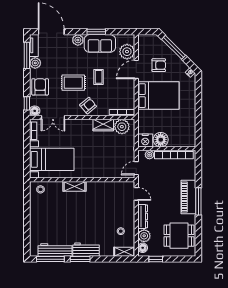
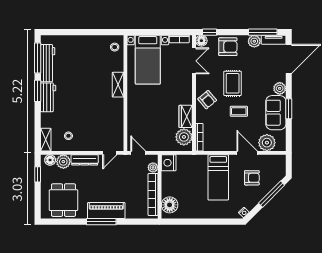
armchair: (159, 65) -> (252, 178), turned -90
bed: (158, 96) -> (218, 177), width x0.67
double door: (53, 118) -> (194, 61), swing flipped
floor lamp: (161, 140) -> (170, 205), moved

